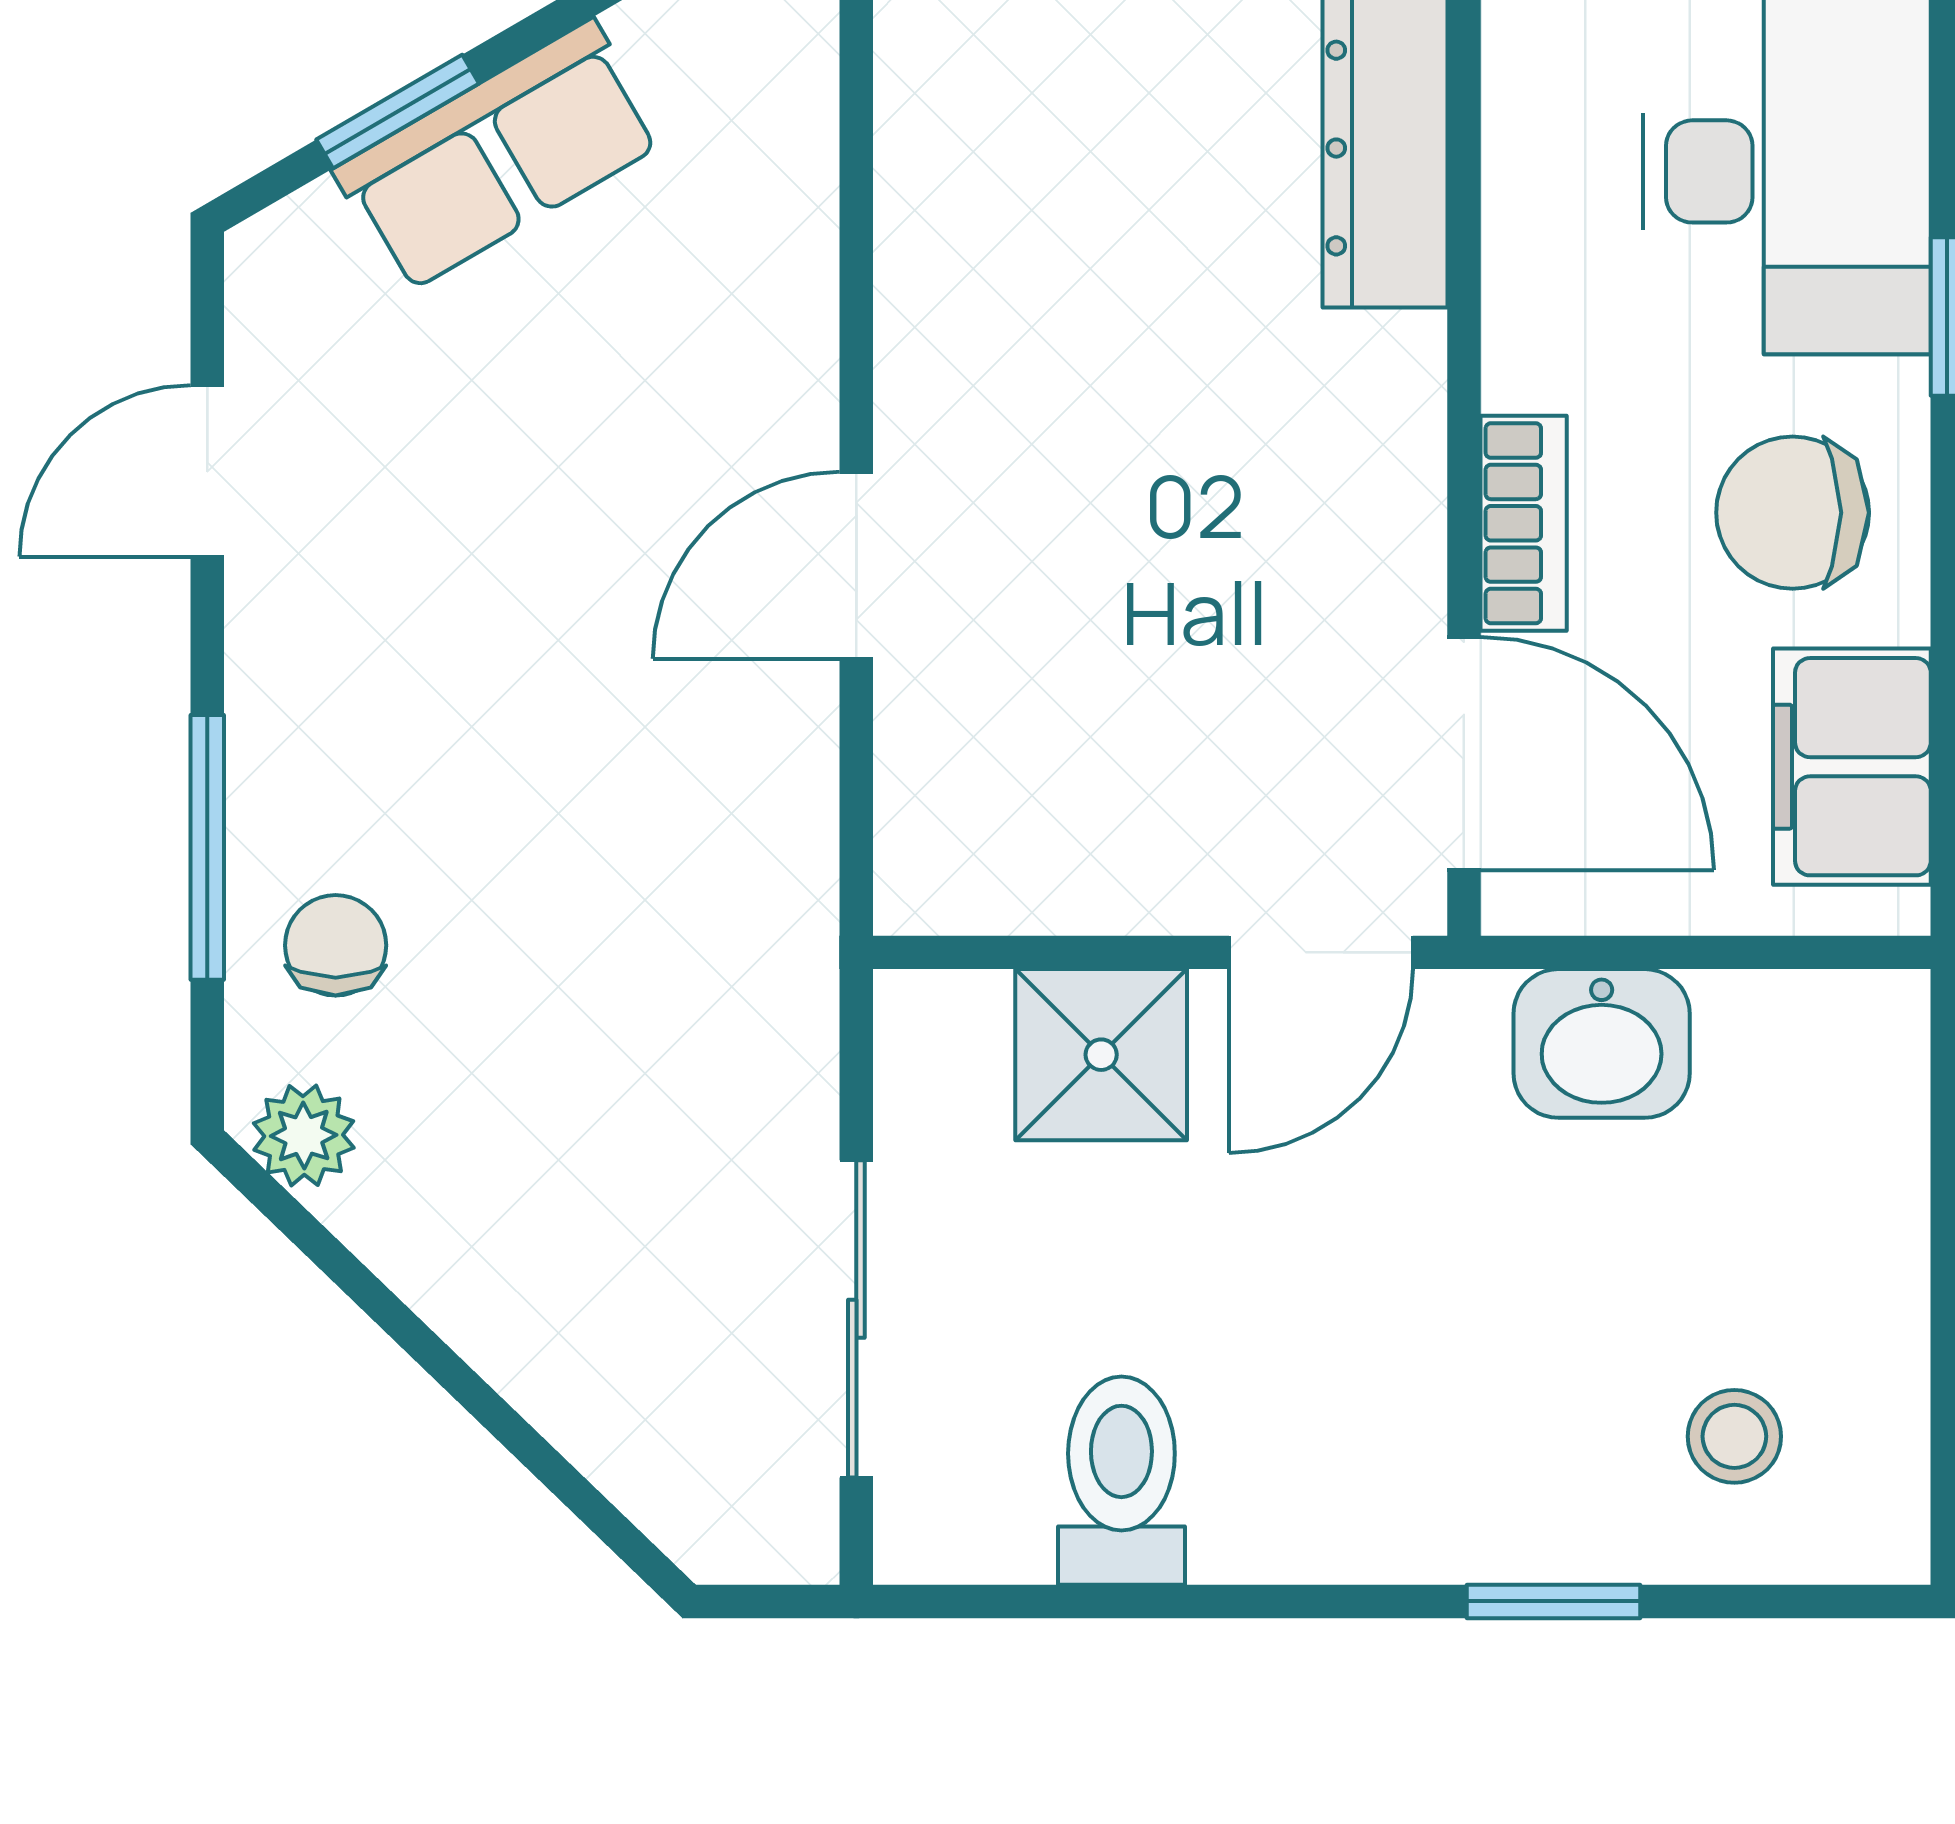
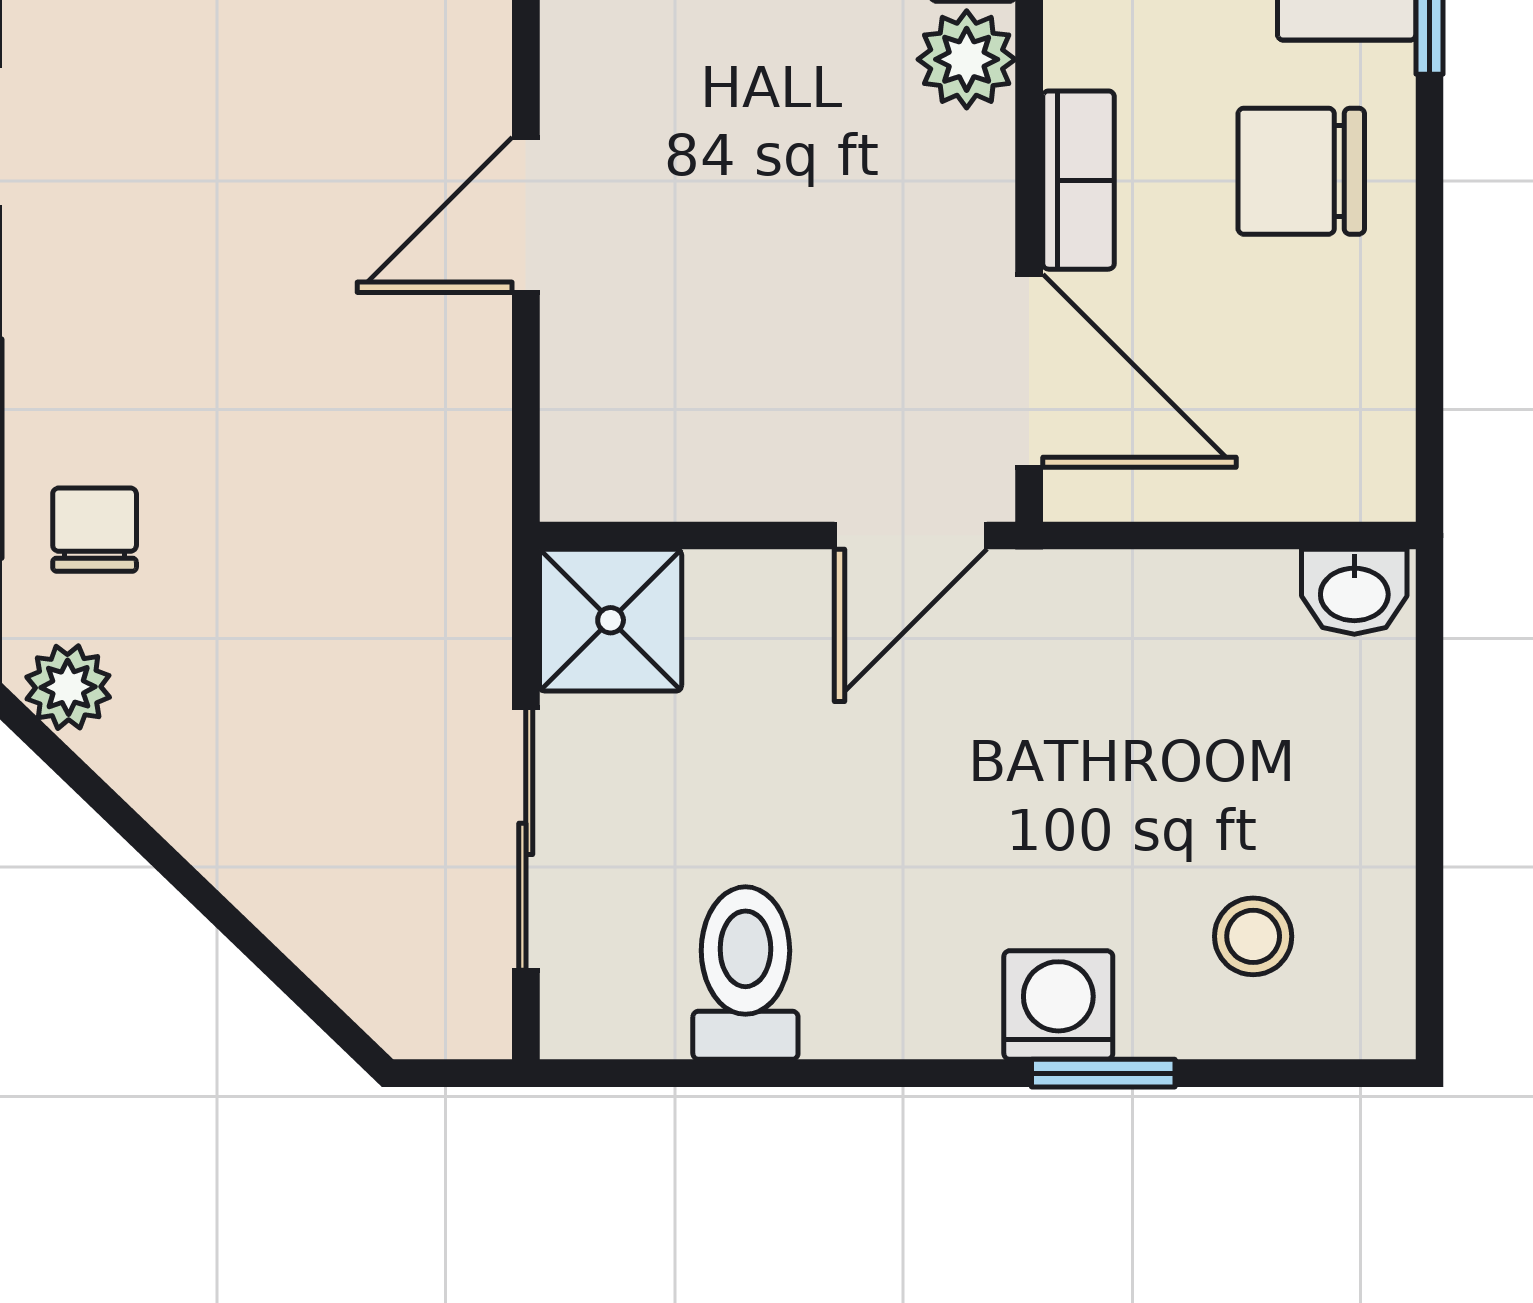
plant: (1388, 377) -> (967, 59), added
filing cabinet: (1852, 767) -> (1350, 382), removed
washbasin: (1602, 1043) -> (1354, 592), moved, width x0.72, depth x0.69
shower: (1101, 1055) -> (611, 620), moved
washing machine: (1499, 1519) -> (1058, 1005), added

